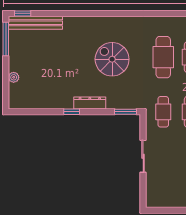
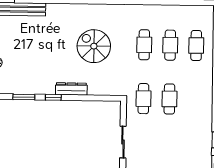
cafe table: (163, 57) -> (144, 45), width x0.73, depth x0.74
window: (125, 112) -> (24, 97), moved

